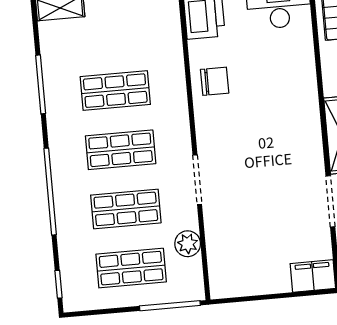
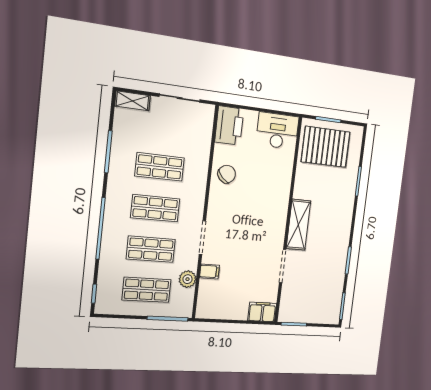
chair: (215, 81) -> (227, 174), turned -44
filing cabinet: (218, 227) -> (209, 271), added

